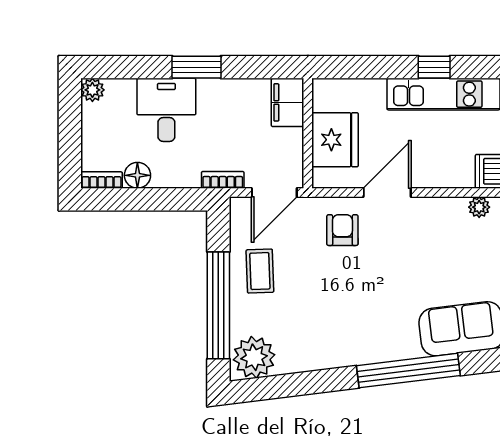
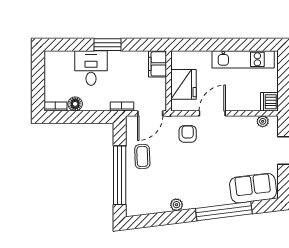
window: (434, 67) -> (238, 45), removed
plant: (92, 90) -> (50, 57), removed
plant: (254, 357) -> (176, 205), moved, width x0.53, depth x0.53

